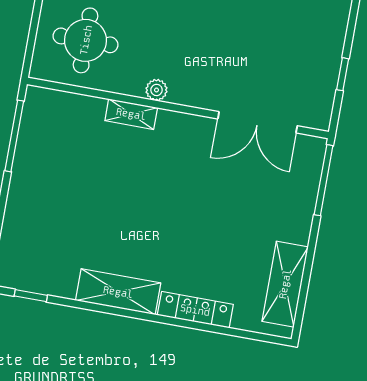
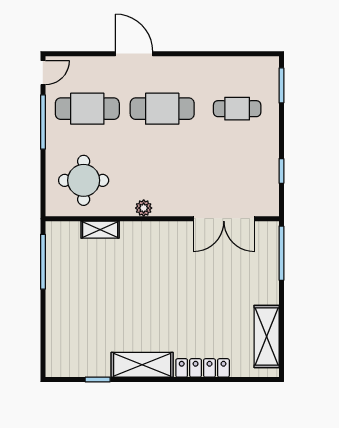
shelving: (131, 114) -> (100, 230), moved
window: (31, 296) -> (98, 380), moved

